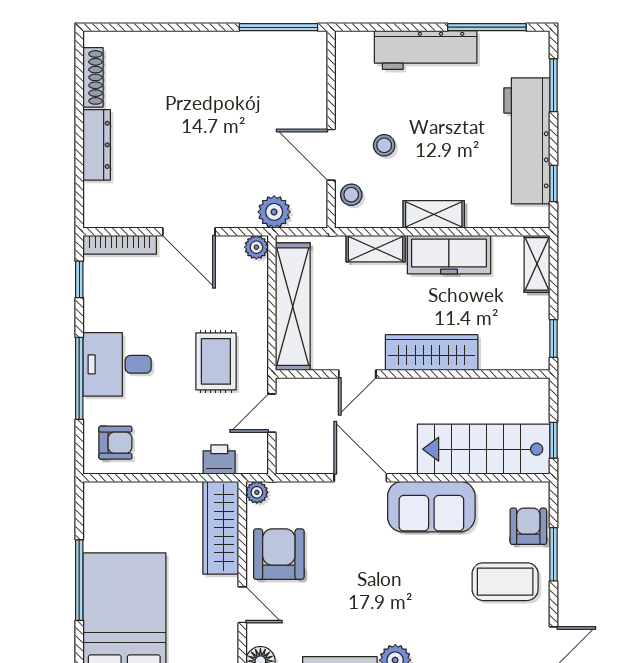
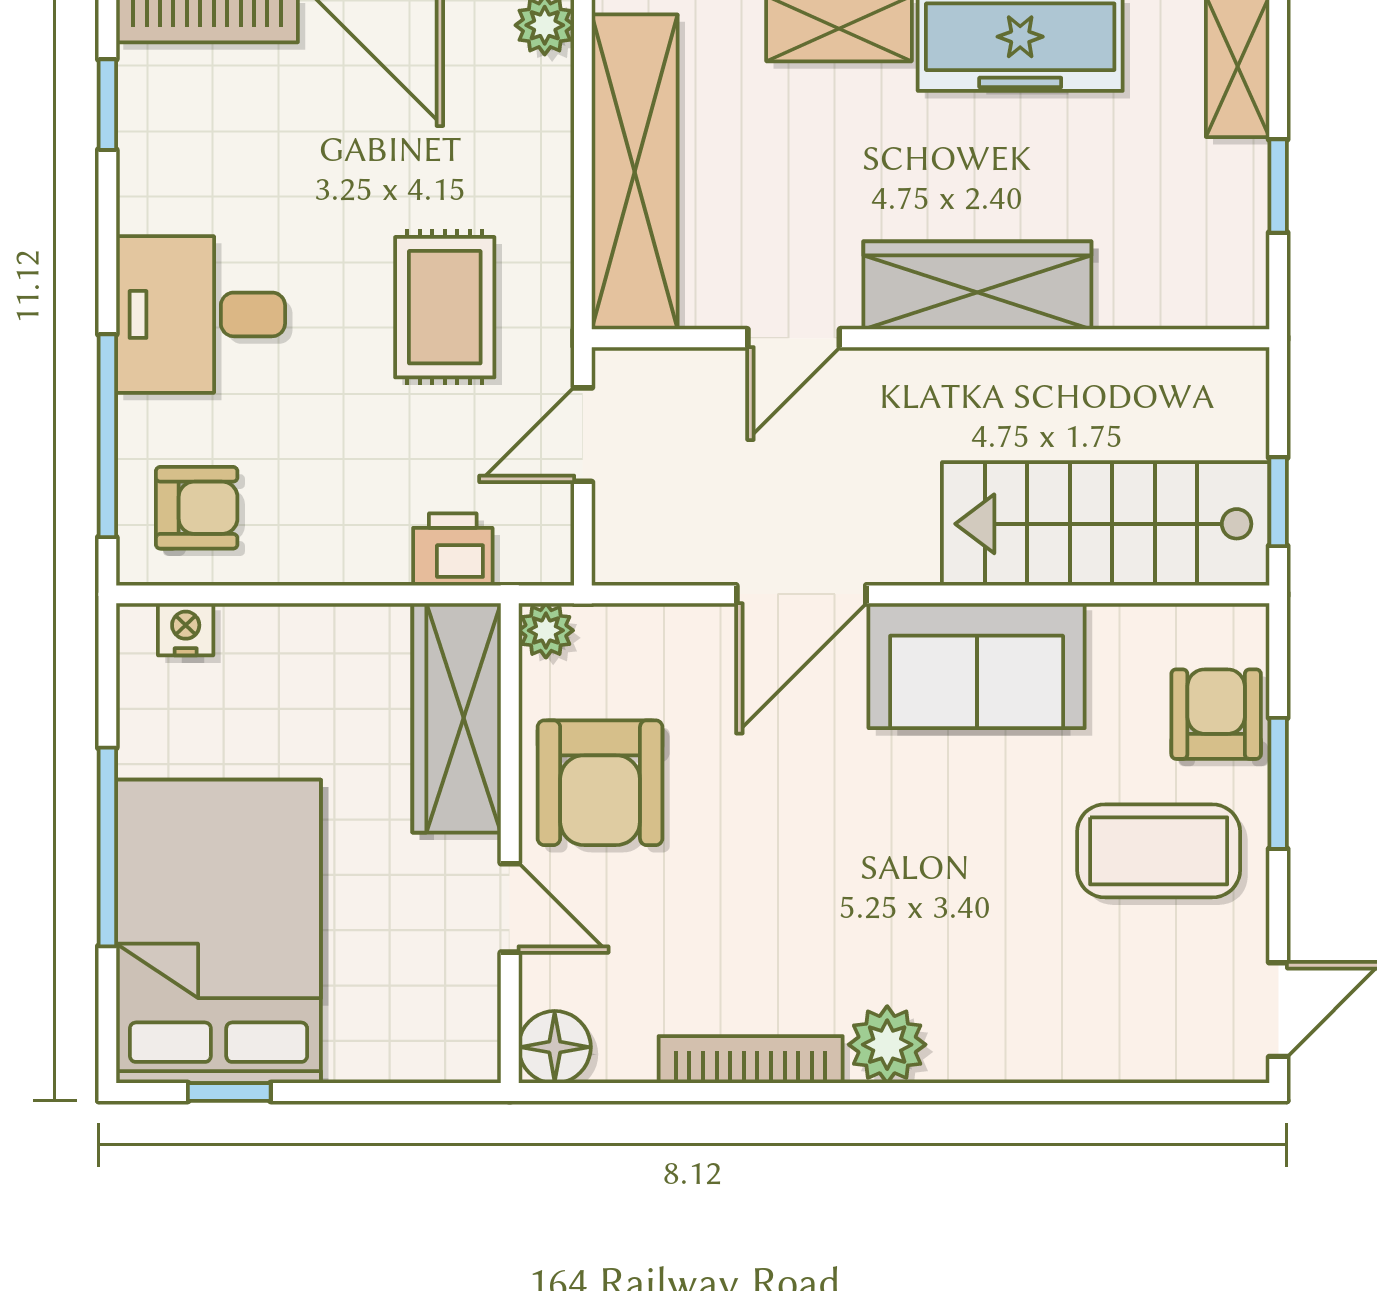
window: (553, 338) -> (1278, 186), moved
window: (79, 378) -> (107, 436), moved
door: (360, 478) -> (801, 594), swing flipped
nightstand: (111, 492) -> (186, 629), added
armchair: (279, 554) -> (600, 783), turned 180

